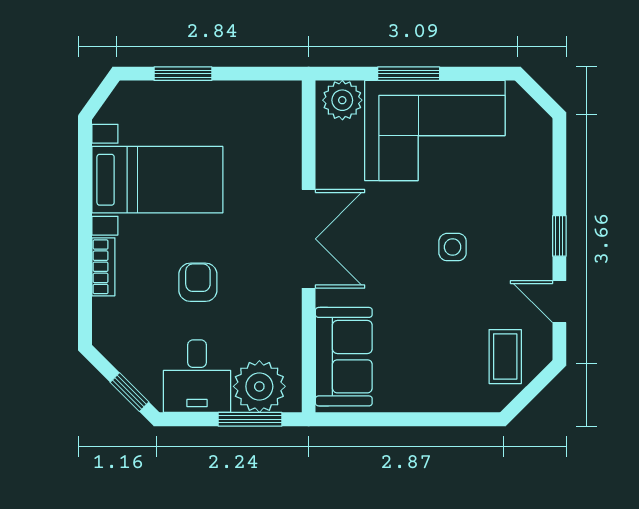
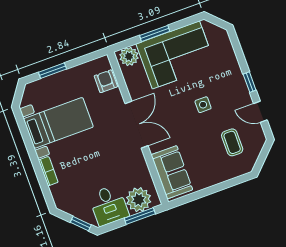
armchair: (198, 282) -> (106, 81), moved
coffee table: (505, 357) -> (232, 142), moved

